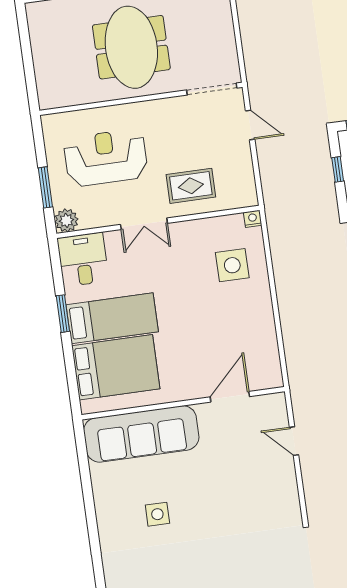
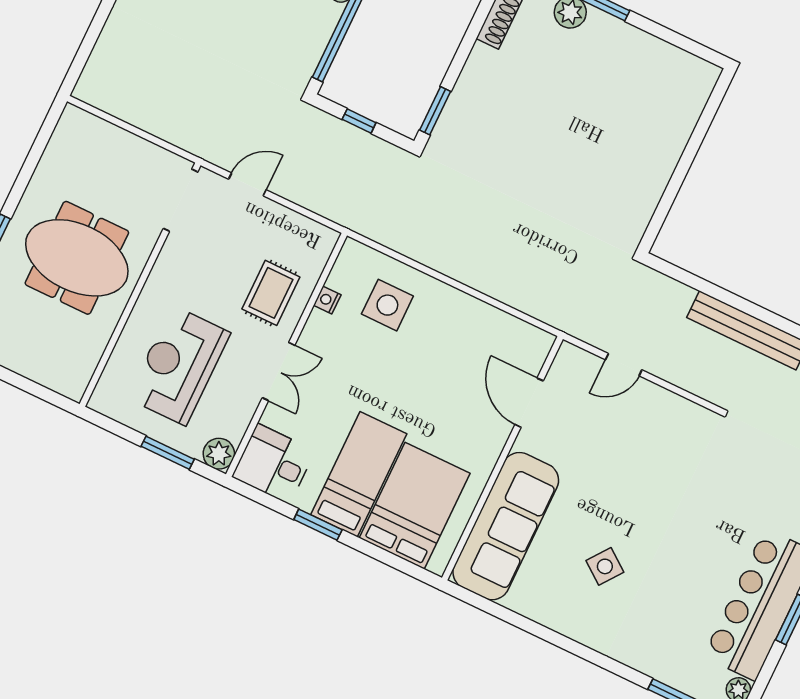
nightstand: (253, 219) -> (327, 300), moved
side table: (157, 514) -> (605, 566), turned 37

